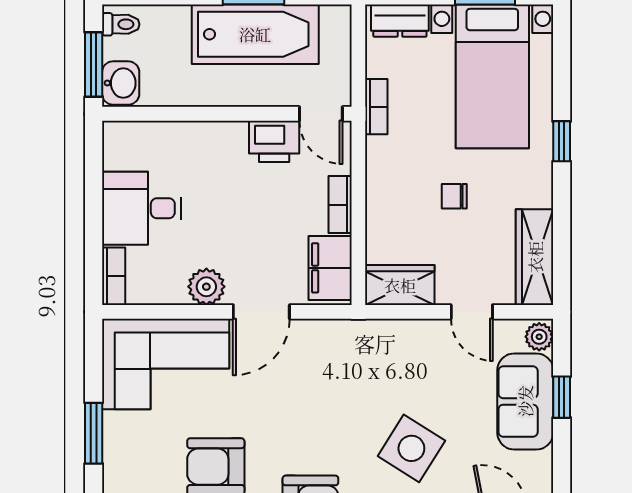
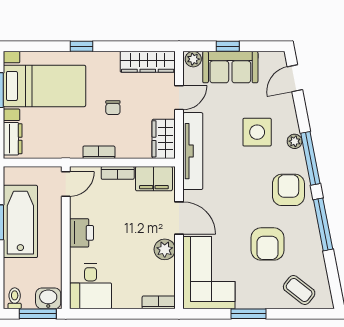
bookcase: (376, 107) -> (99, 152), moved
printer: (274, 141) -> (82, 233), moved
desk: (142, 208) -> (91, 286), moved
tv unit: (378, 336) -> (193, 151), added
side table: (411, 448) -> (257, 132), turned -32

